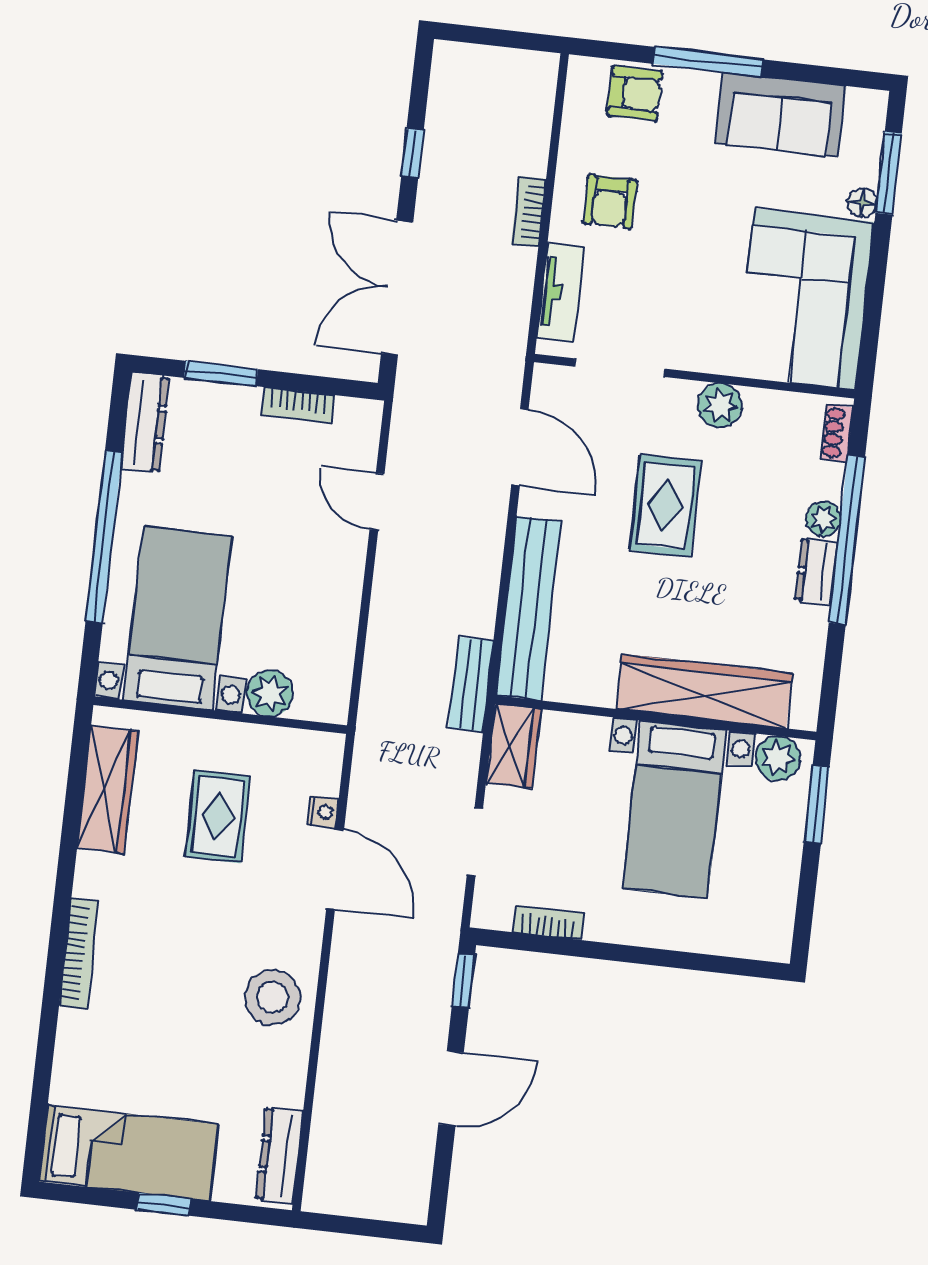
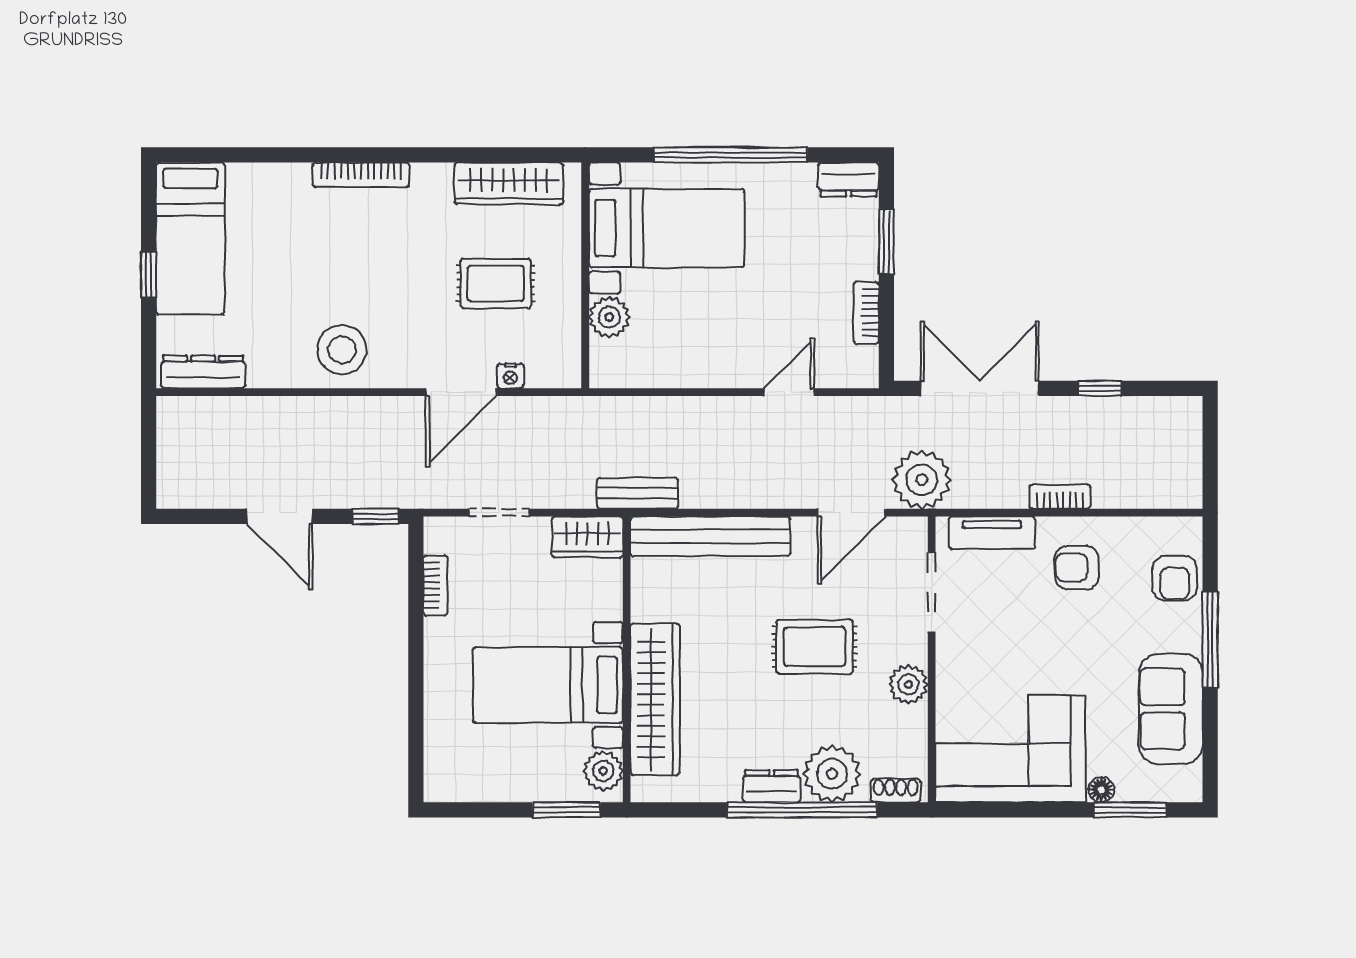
plant: (492, 364) -> (922, 479), added
dresser: (145, 423) -> (849, 180), width x0.70
plant: (823, 519) -> (832, 774), width x1.87, depth x1.87

